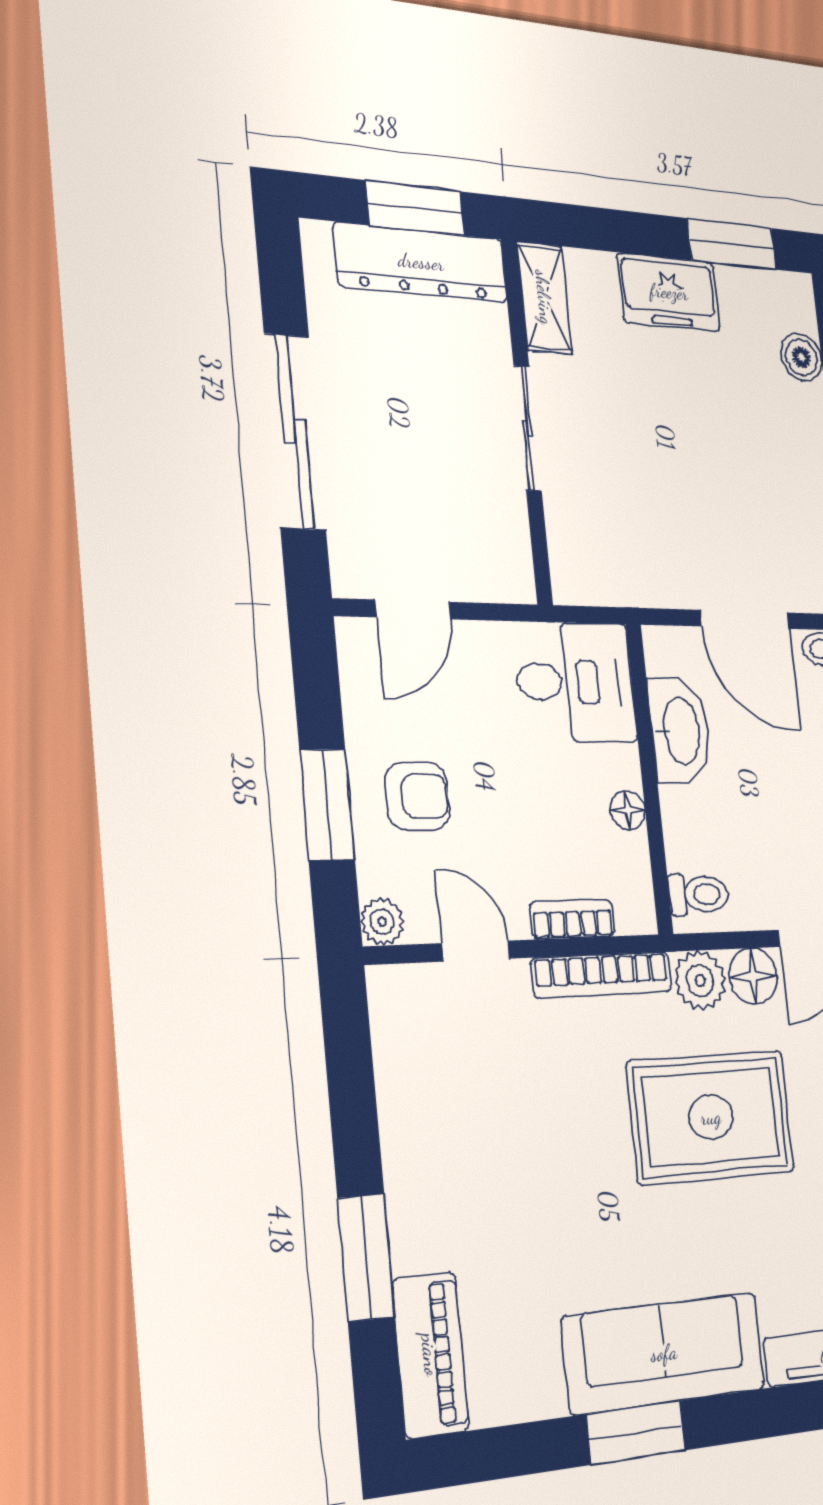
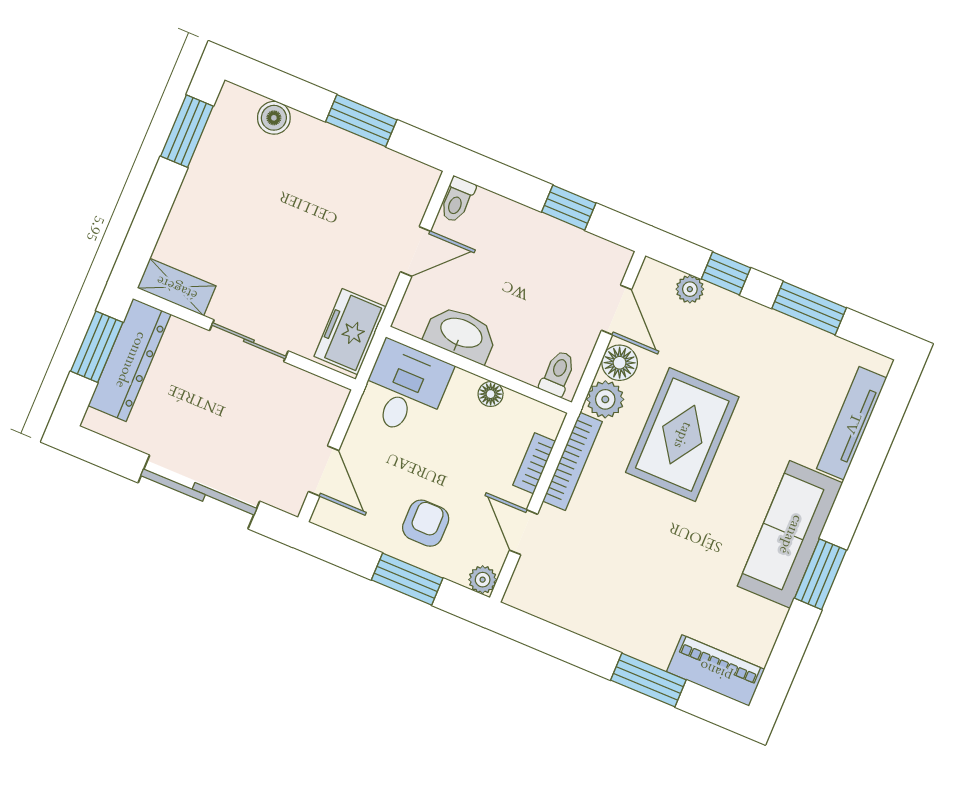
freezer: (669, 292) -> (350, 332), moved, turned 180
door: (745, 619) -> (415, 251), width x0.73
door: (476, 951) -> (524, 532), hinge flipped

